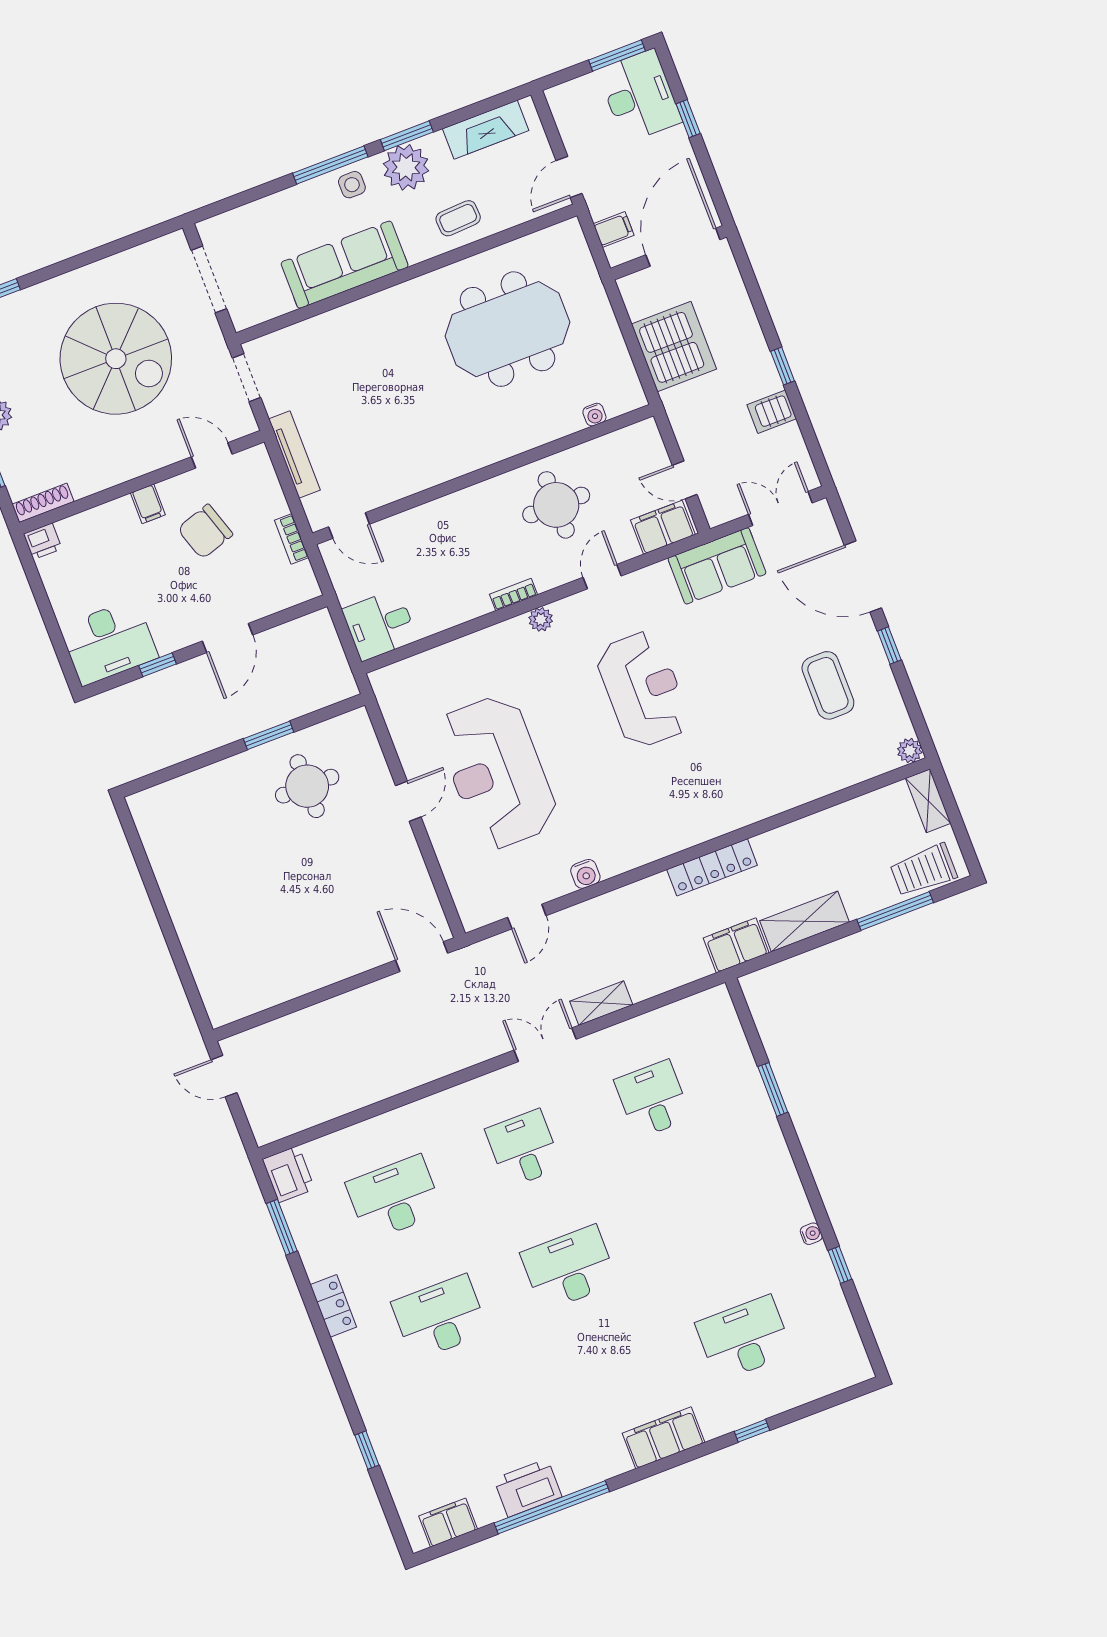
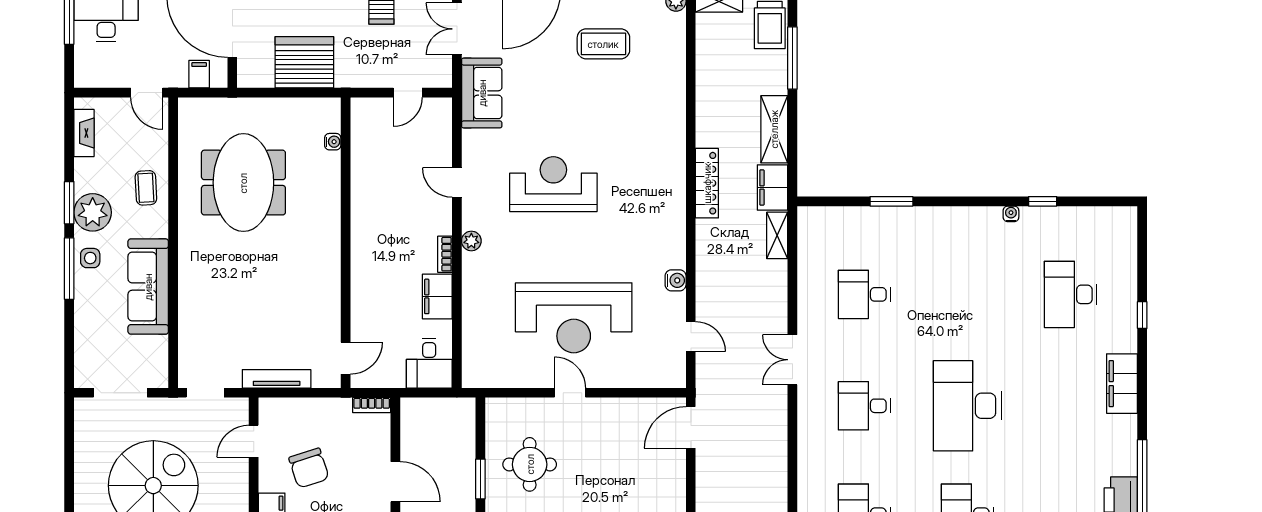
fireplace: (486, 130) -> (84, 133), width x0.73, depth x0.76
round table: (556, 505) -> (390, 196), removed
filing cabinet: (663, 527) -> (437, 296), moved
bookcase: (292, 539) -> (372, 405), moved
shelving: (601, 1003) -> (777, 235), moved
desk: (569, 1268) -> (967, 406), width x1.36, depth x1.30

